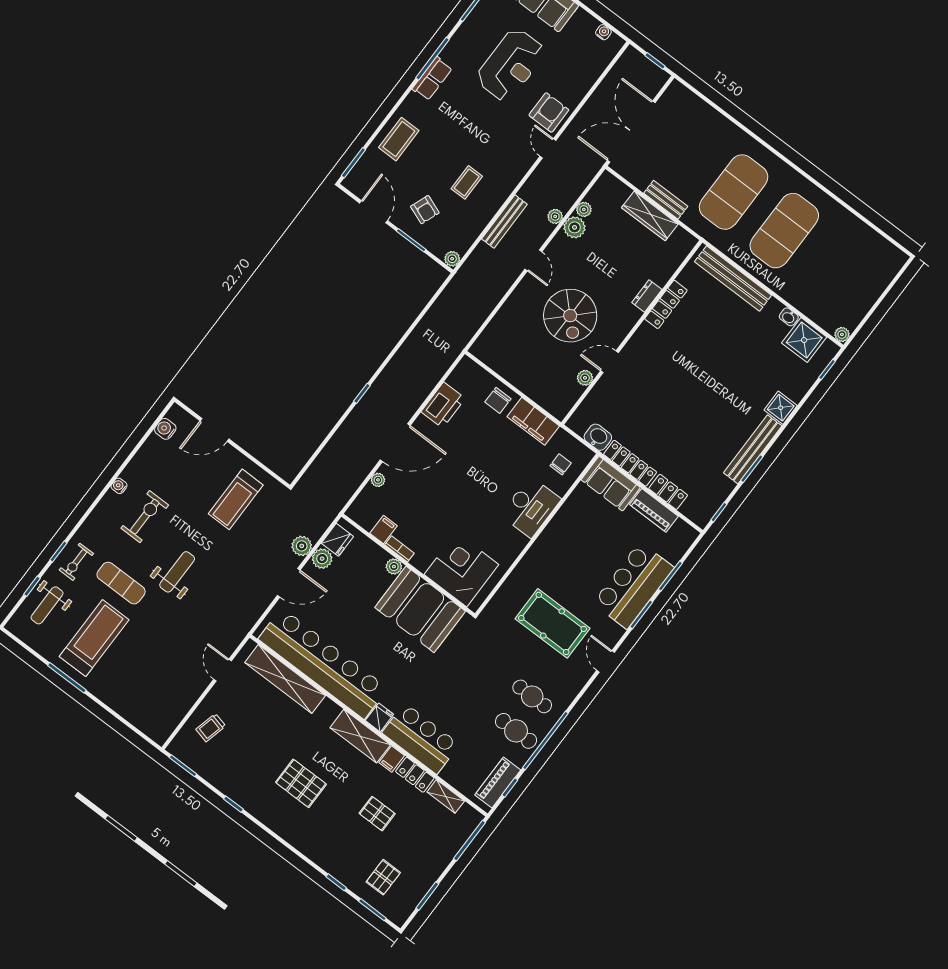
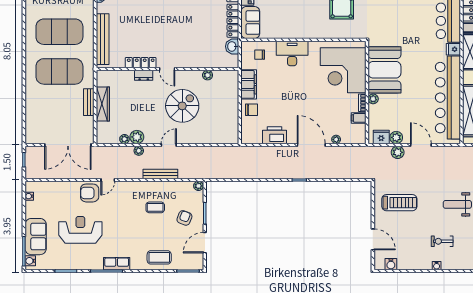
door: (609, 362) -> (167, 69), moved
exercise bike: (145, 517) -> (442, 241), width x0.73, depth x0.72
corner desk: (461, 570) -> (343, 70), width x1.36, depth x1.36

